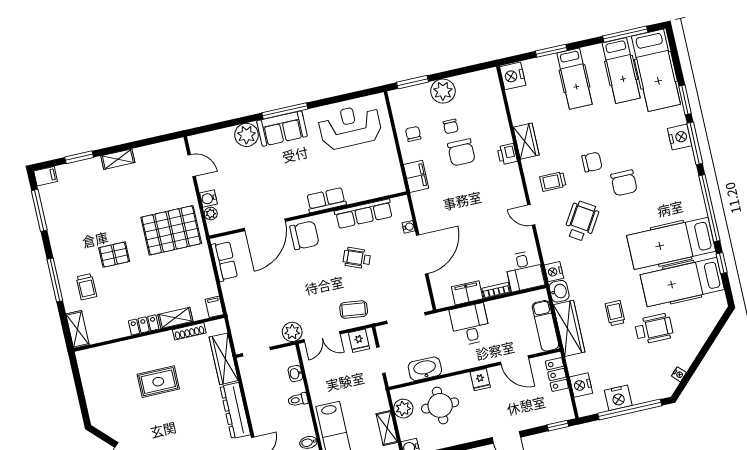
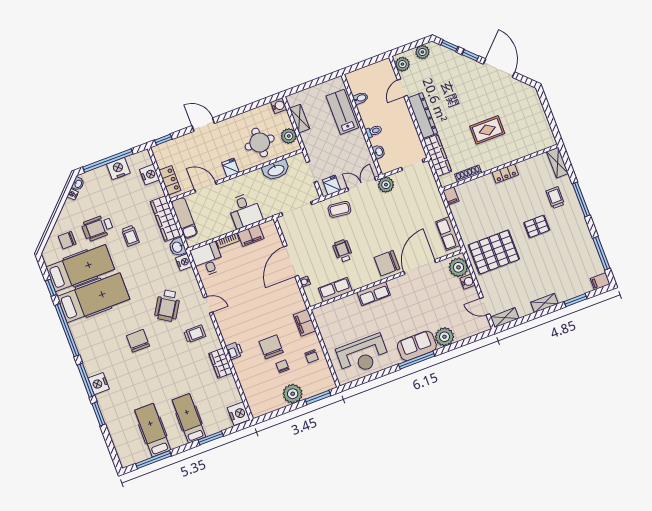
hospital bed: (656, 70) -> (125, 434), removed
chair: (592, 162) -> (67, 240), moved
plant: (211, 214) -> (458, 267), width x1.88, depth x1.88
row of seats: (364, 214) -> (335, 290), width x0.68
wheelchair: (357, 258) -> (343, 251), turned -112
shelving: (175, 318) -> (505, 318), moved
washbasin: (671, 386) -> (78, 184), added

